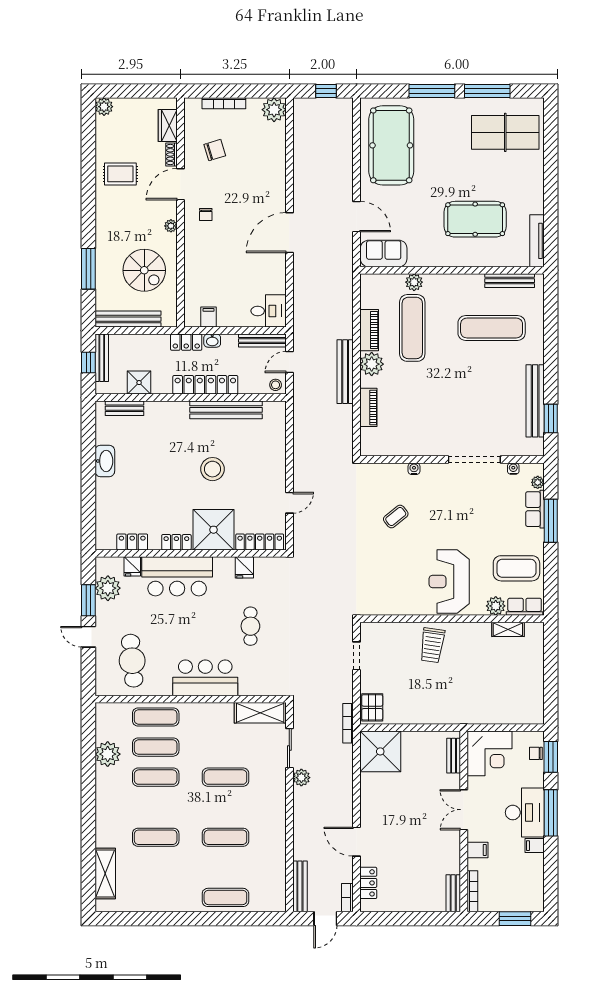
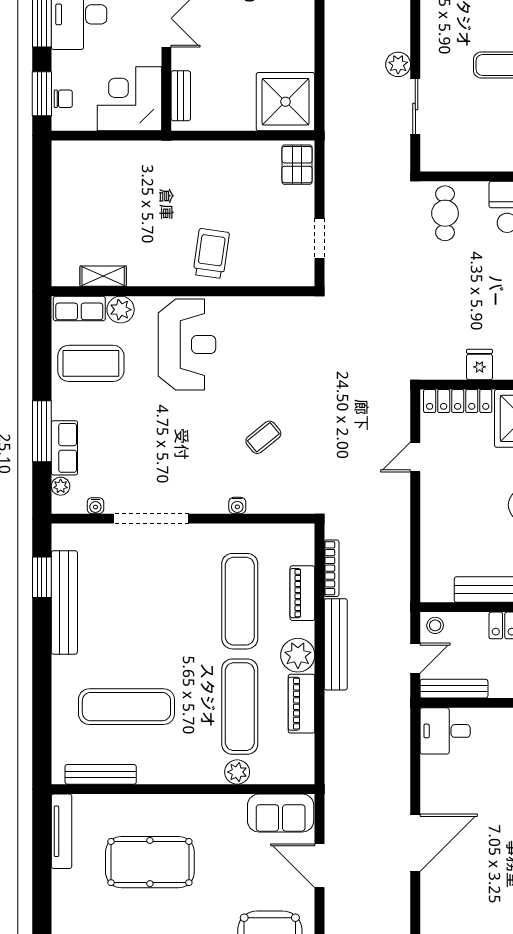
exercise mat: (412, 402) -> (240, 601), added
cafe table: (250, 626) -> (445, 213), moved
shelving: (260, 713) -> (457, 157), removed
bookcase: (348, 723) -> (332, 568), moved

